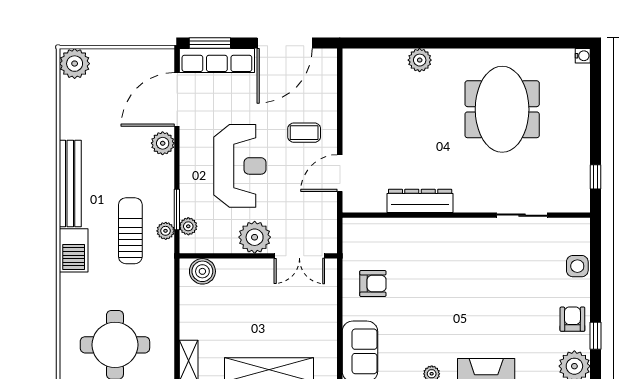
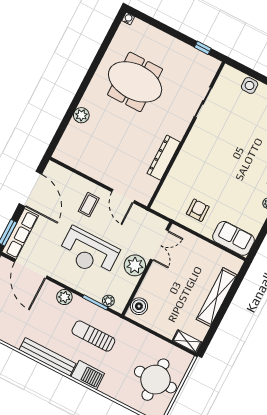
plant: (163, 143) -> (64, 297), moved
reception desk: (240, 166) -> (89, 252), turned 180
plant: (166, 231) -> (104, 315), removed

